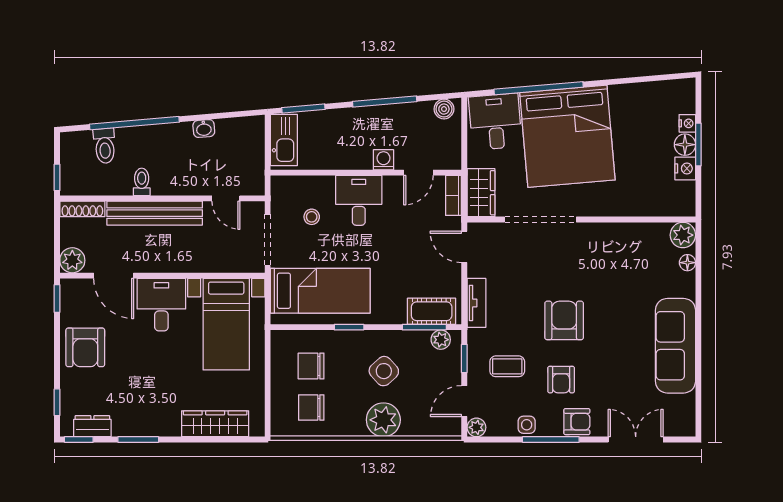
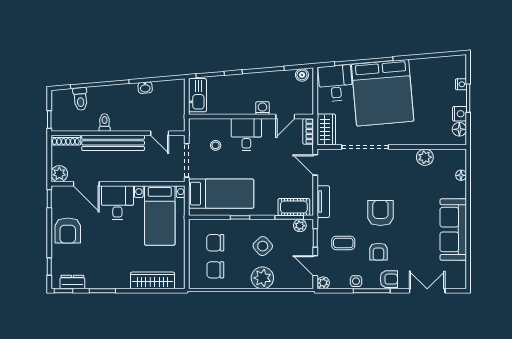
floor lamp: (685, 145) -> (459, 129), moved
plant: (683, 235) -> (425, 157), moved
door: (464, 401) -> (315, 266), hinge flipped

